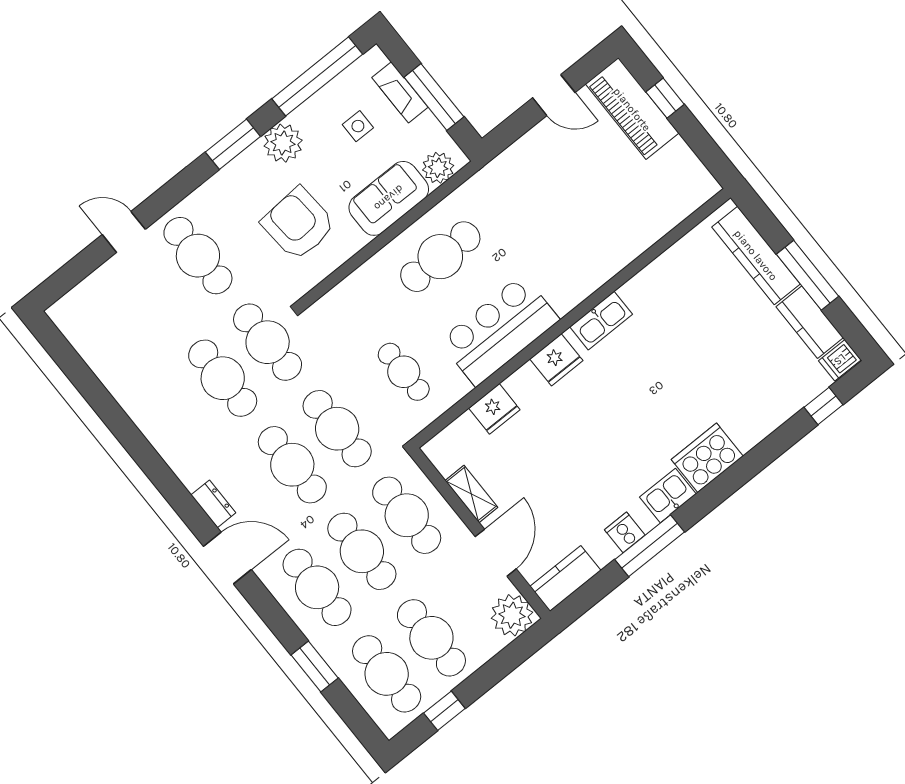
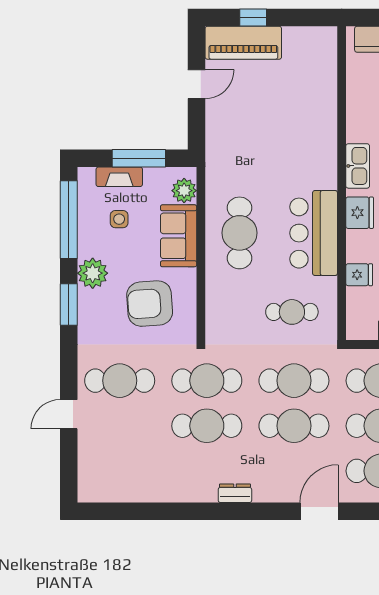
fridge: (494, 409) -> (359, 275), width x0.72
dresser: (213, 504) -> (235, 493), moved

